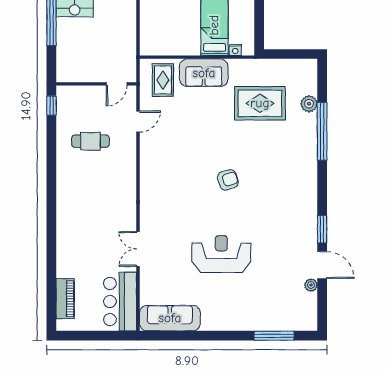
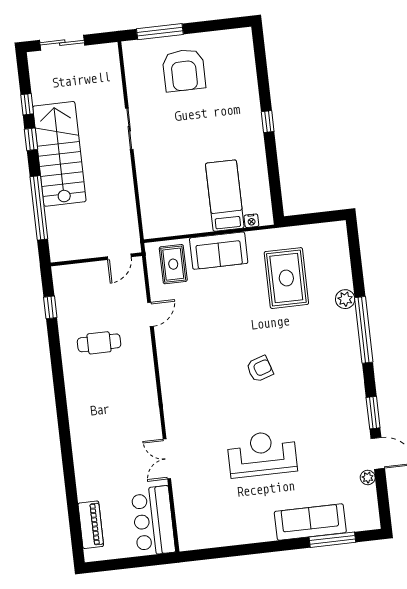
wall: (96, 84) -> (96, 259), moved
door: (117, 84) -> (119, 257), moved
rug: (260, 103) -> (286, 278), turned 90
plant: (309, 104) -> (345, 299), moved
window: (322, 131) -> (364, 330), moved
sofa: (170, 318) -> (310, 522), moved

